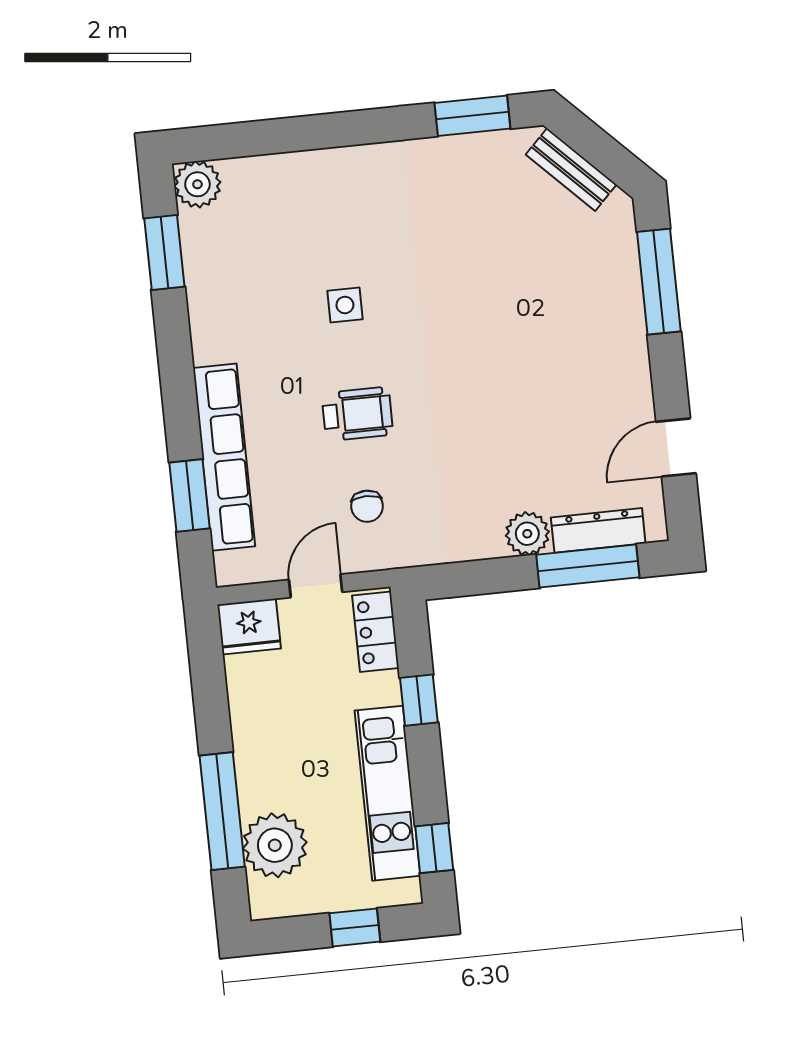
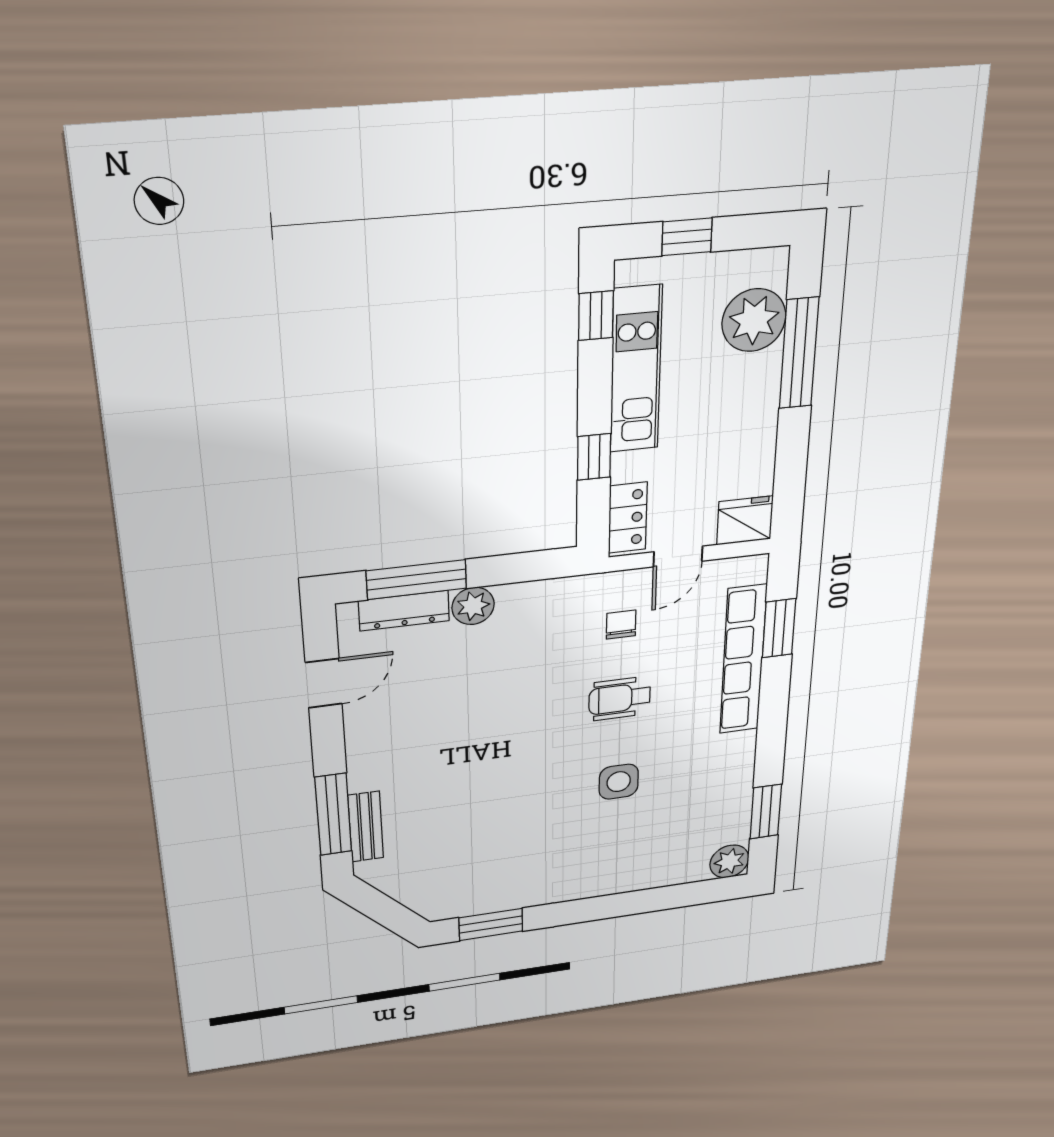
bench: (571, 170) -> (366, 827), moved, turned 45
side table: (345, 305) -> (619, 782), width x1.37, depth x1.37

